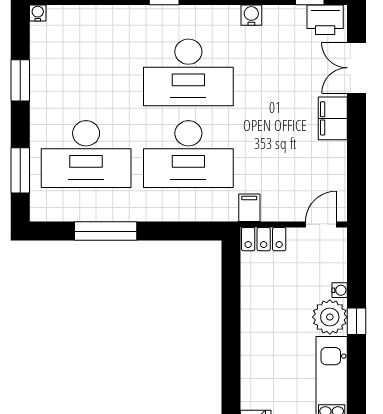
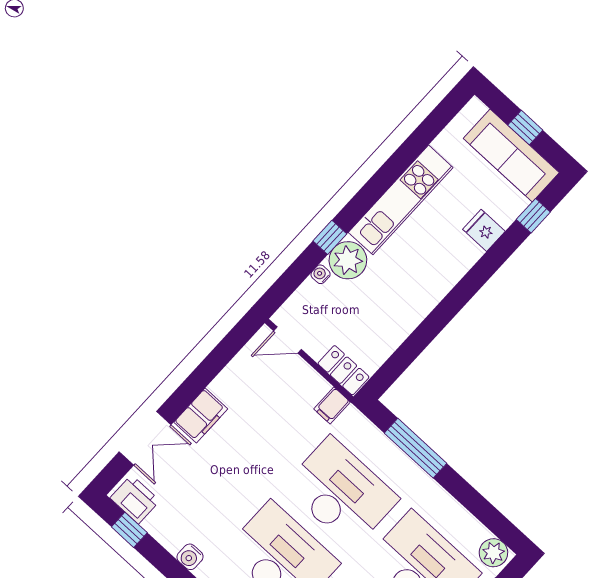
plant: (46, 209) -> (493, 553), added
window: (106, 231) -> (416, 448), moved

